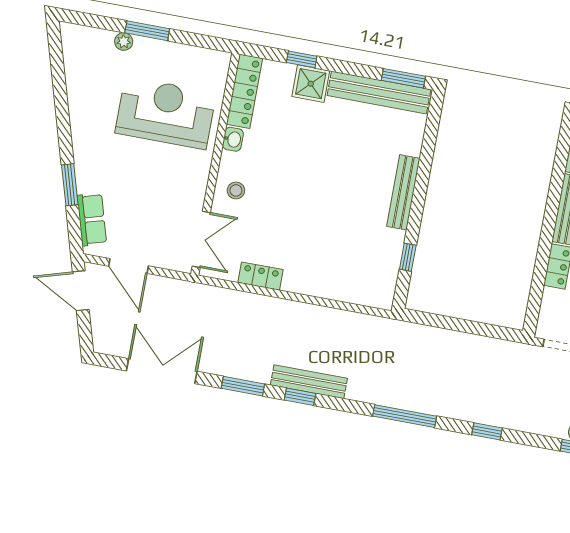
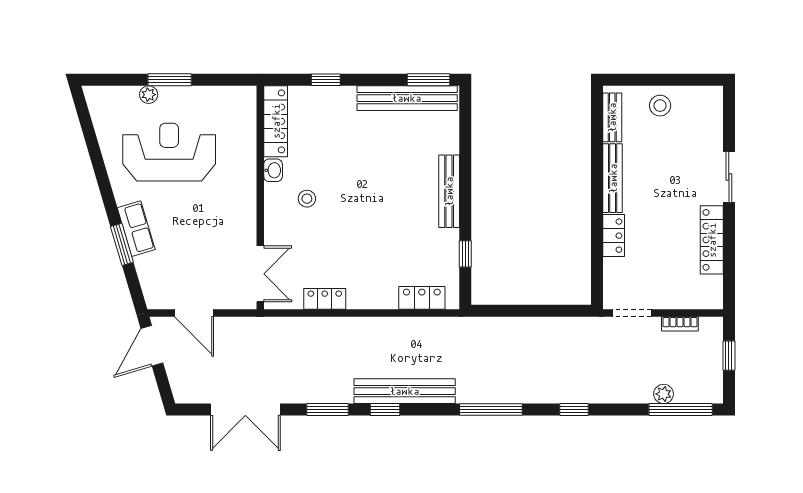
shower: (311, 84) -> (339, 102), removed
reception desk: (166, 113) -> (169, 152), moved
stool: (236, 190) -> (307, 199), moved
row of seats: (92, 219) -> (136, 229), moved
door: (81, 291) -> (152, 346), hinge flipped
locker: (357, 293) -> (422, 298), added
double door: (162, 371) -> (245, 410), swing flipped
bench: (309, 382) -> (405, 391), width x1.37, depth x1.21

